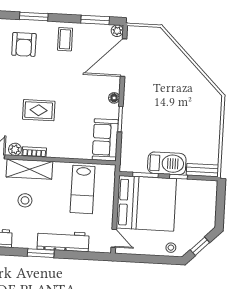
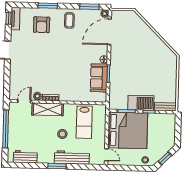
rug: (39, 110) -> (53, 69), removed
sofa: (105, 140) -> (99, 78), moved
stool: (25, 200) -> (62, 134), moved

